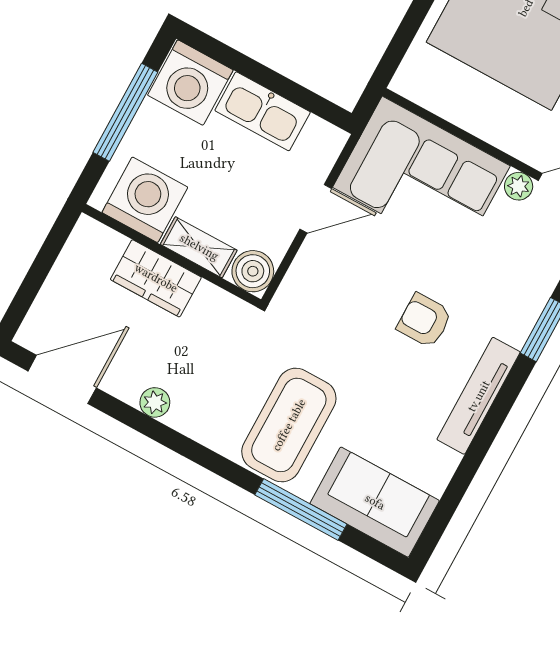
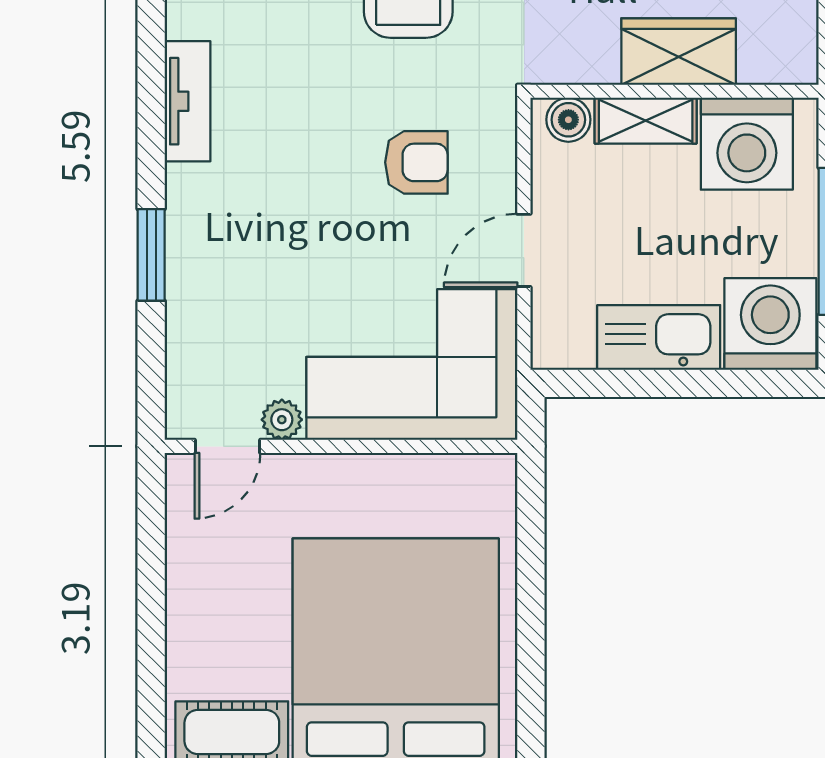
boiler: (253, 271) -> (568, 120), width x0.73, depth x0.73
armchair: (424, 321) -> (416, 162), moved
tv unit: (479, 396) -> (188, 101), width x0.71

